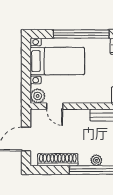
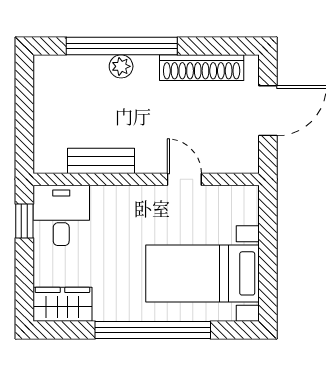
plant: (38, 96) -> (244, 201), removed
door: (55, 106) -> (184, 179), moved

